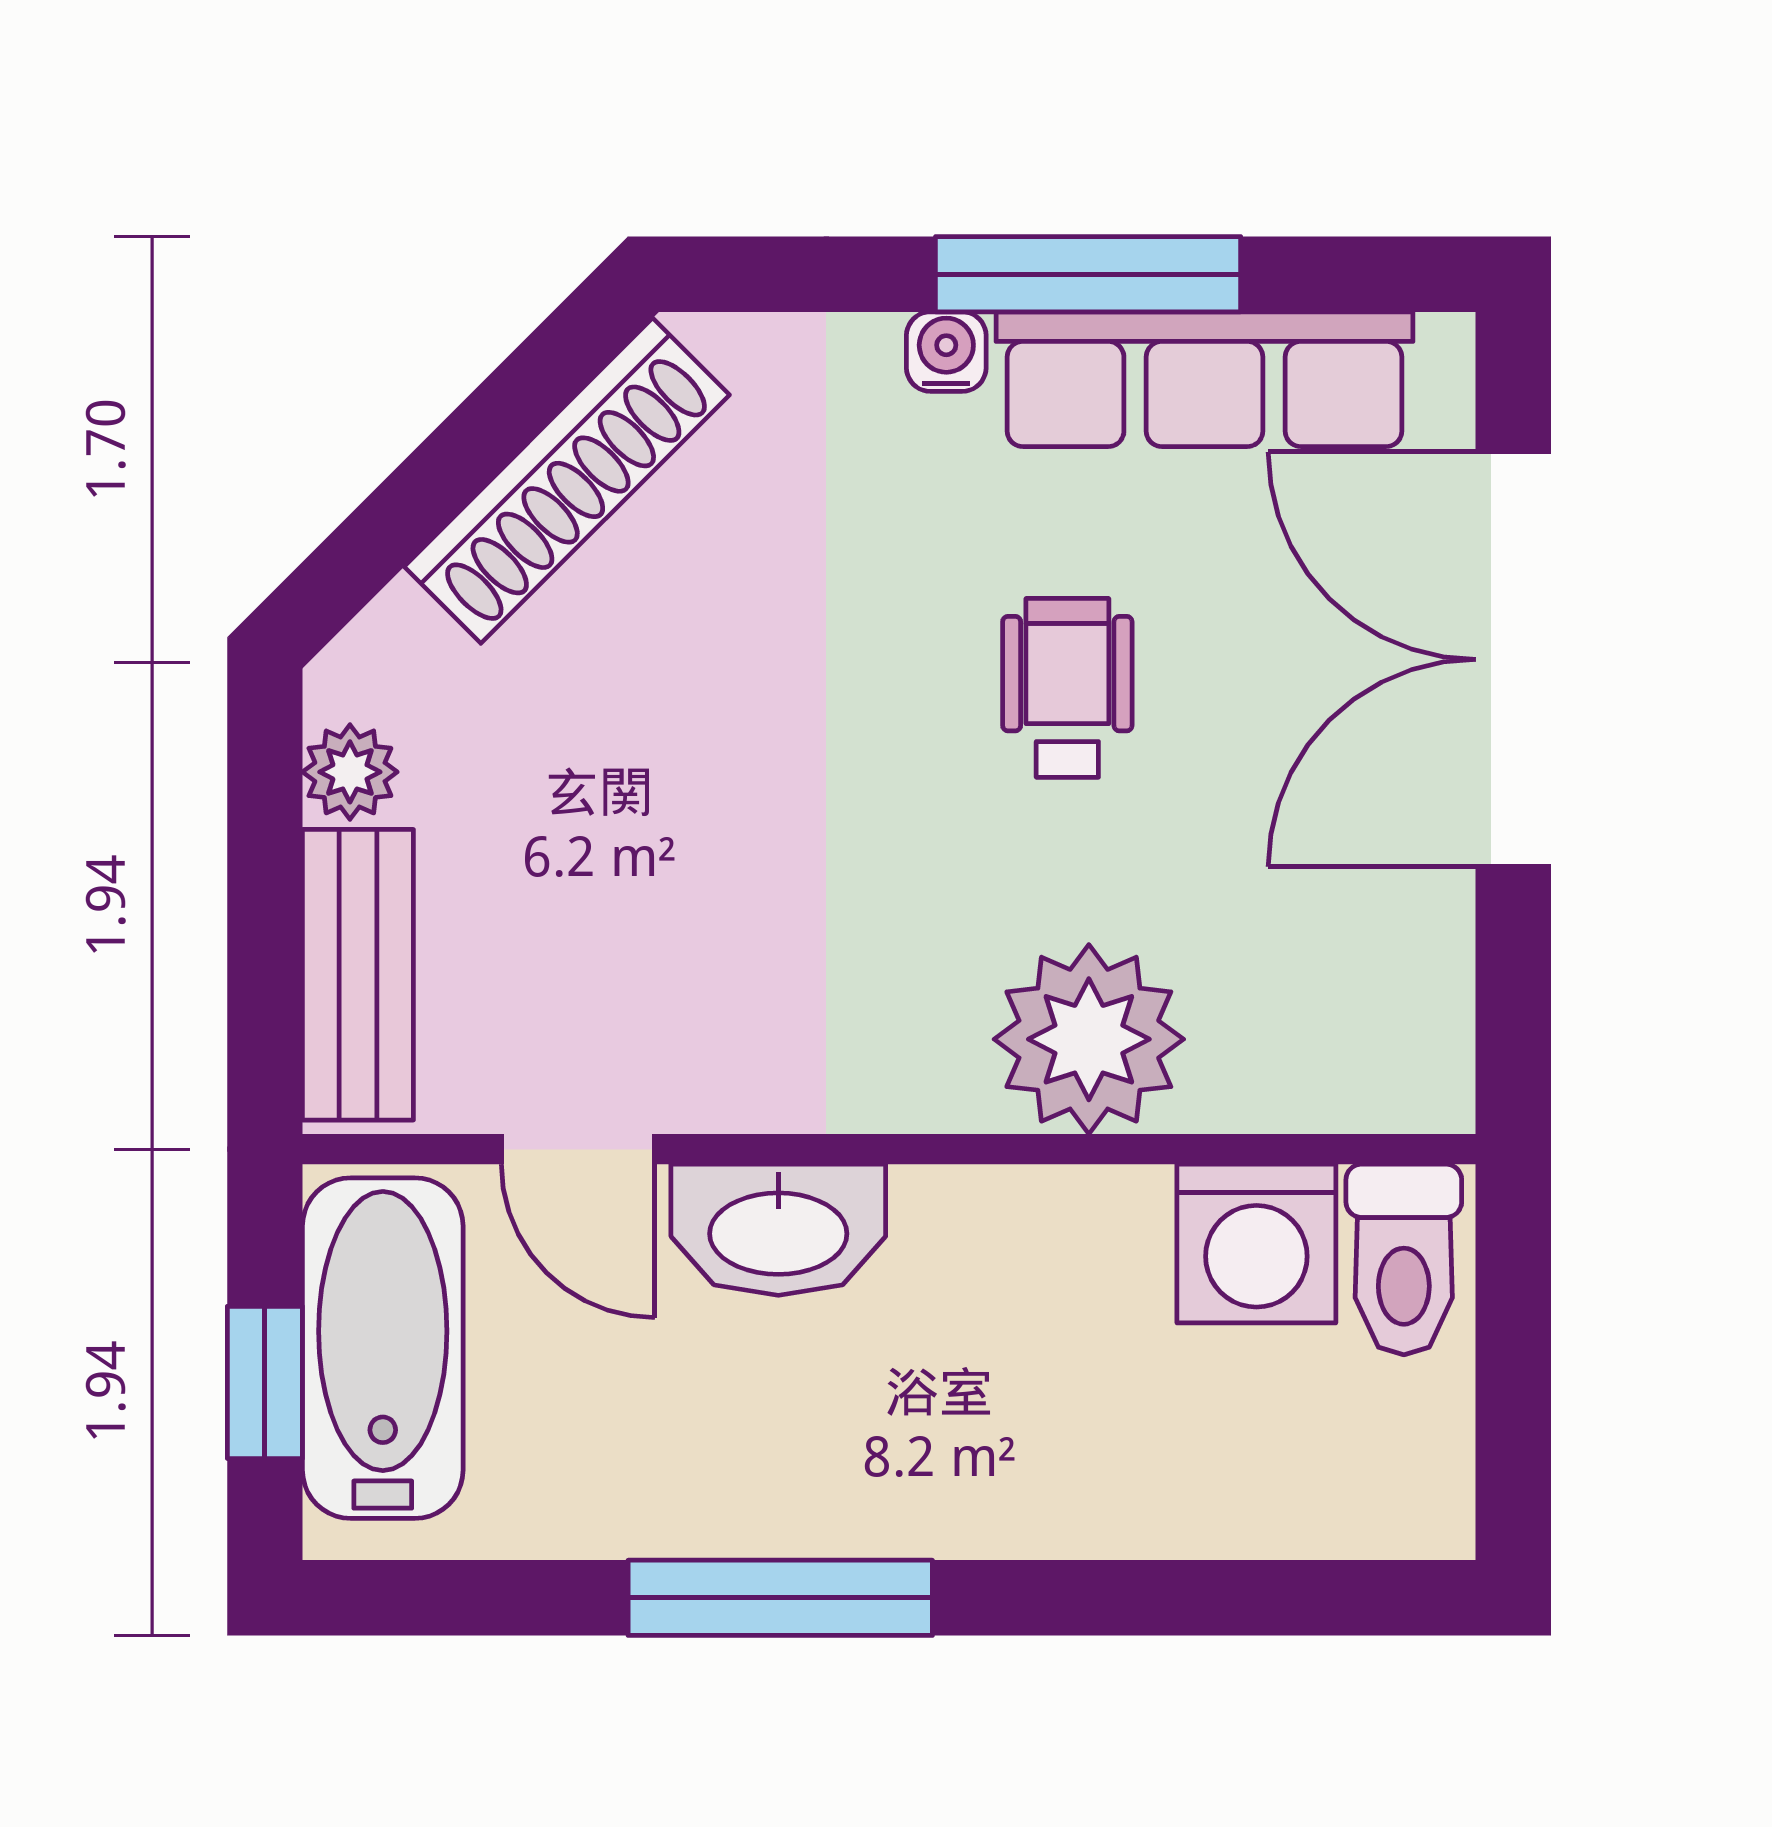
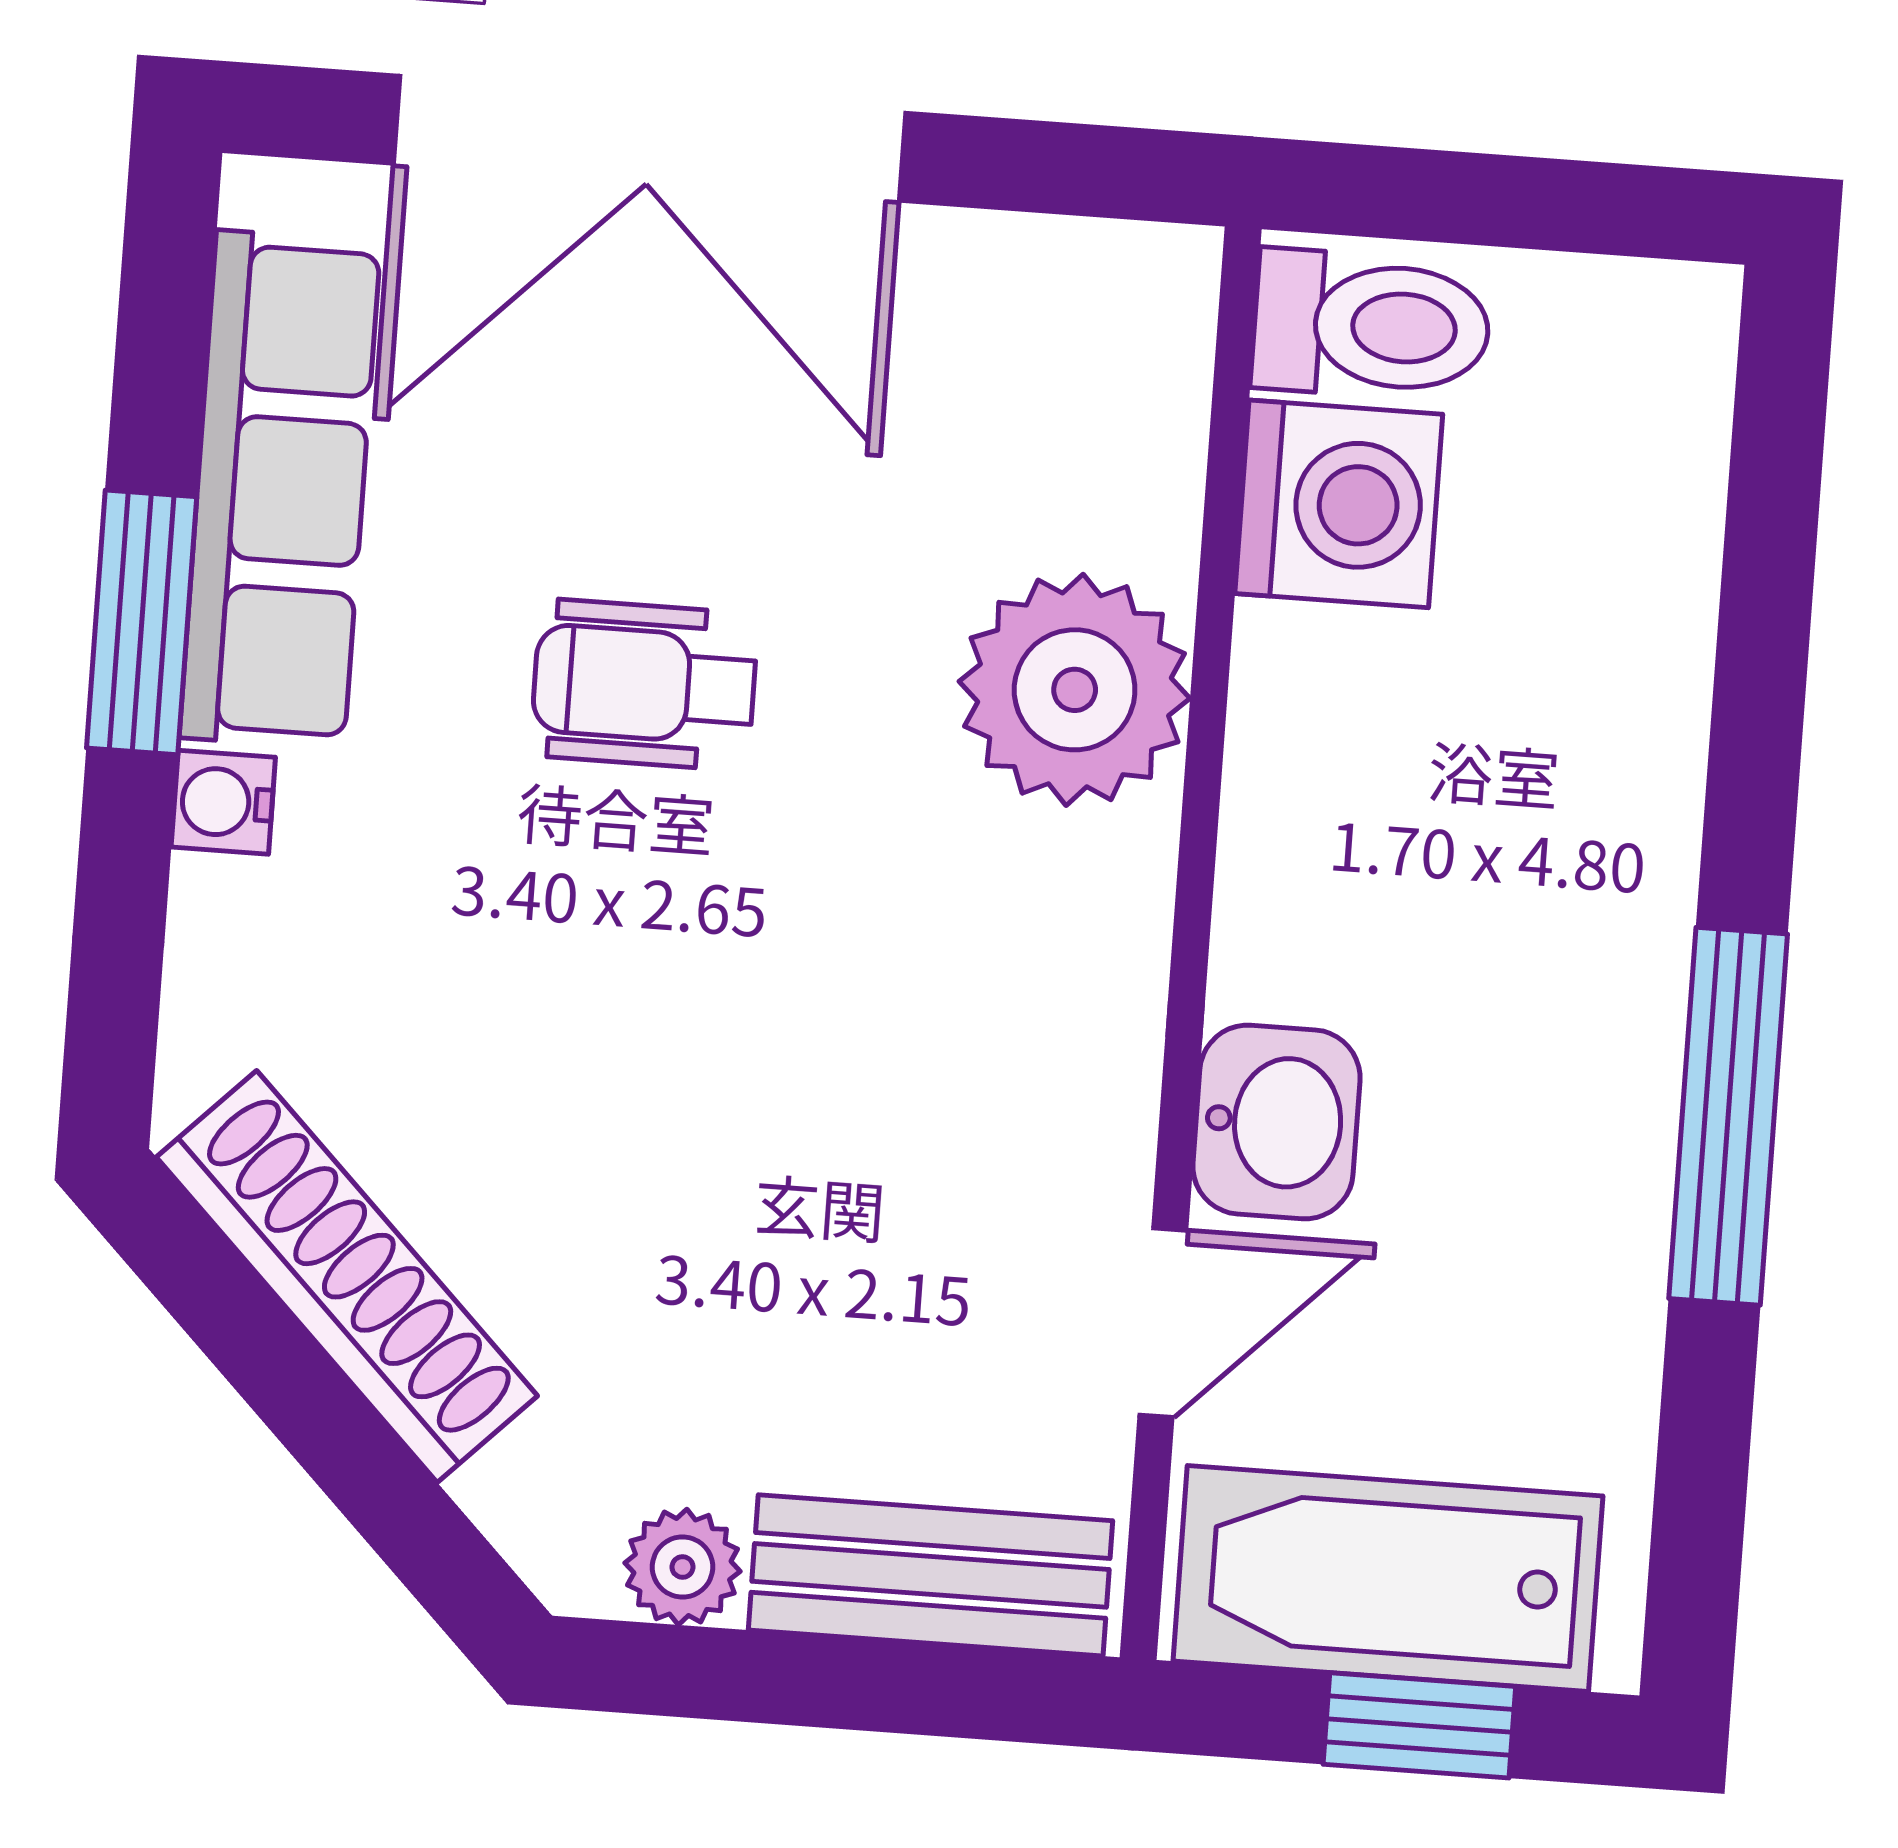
window: (1088, 274) -> (142, 622), width x0.69
washbasin: (778, 1230) -> (1276, 1122), width x0.72

